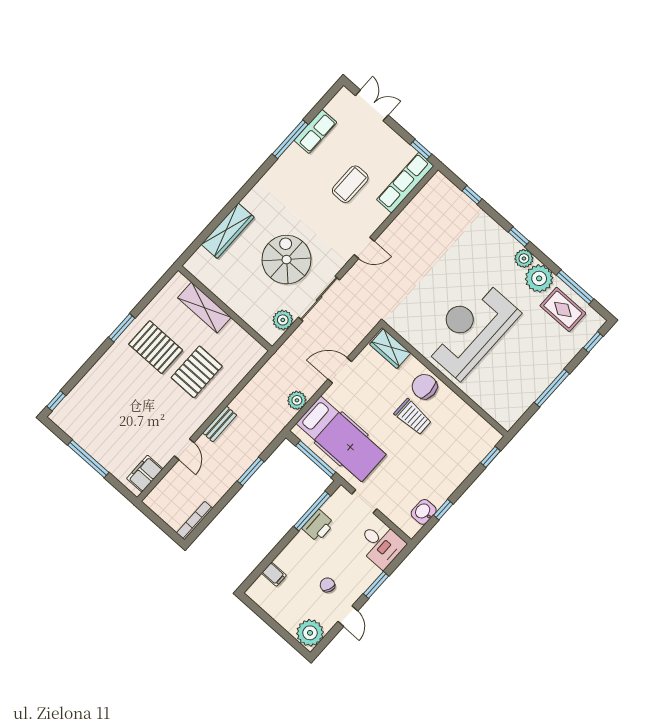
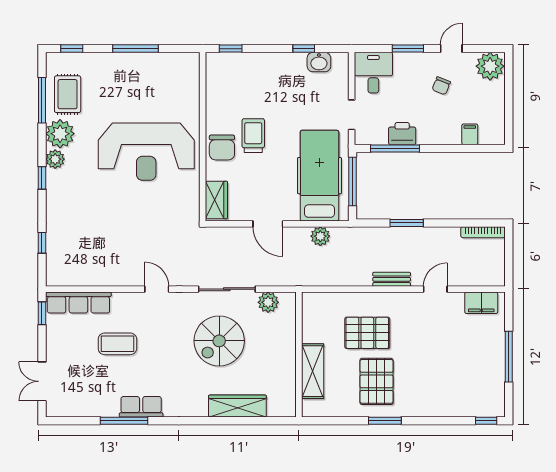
row of seats: (315, 131) -> (141, 407), moved

